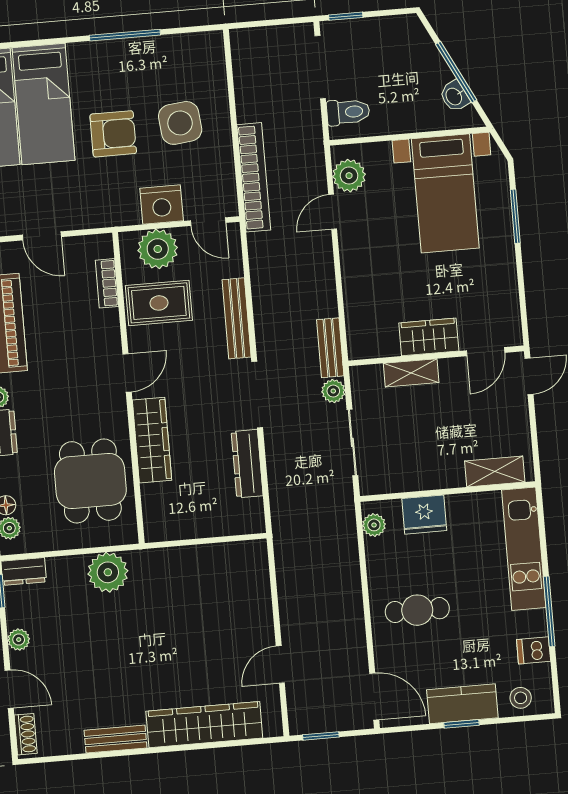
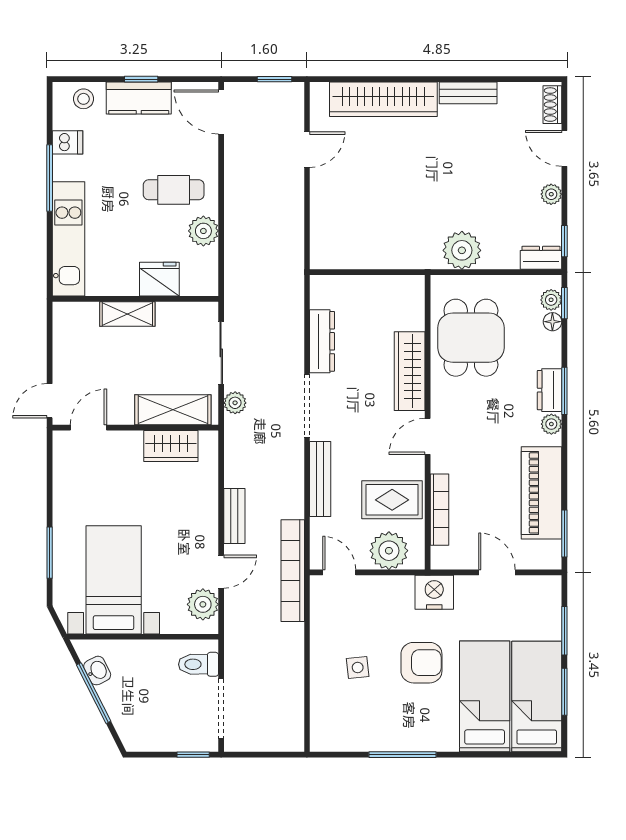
side table: (180, 123) -> (358, 667), width x0.54, depth x0.54
armchair: (113, 134) -> (421, 663), turned 180
bookcase: (254, 177) -> (293, 571), moved
nightstand: (162, 204) -> (434, 592), moved
bookcase: (107, 283) -> (439, 510), width x1.56
wardrobe: (429, 337) -> (171, 446), moved
bench: (330, 348) -> (234, 516), moved
shelving: (411, 373) -> (173, 410), width x1.50, depth x1.33
shelving: (495, 472) -> (127, 314), moved
plant: (374, 525) -> (203, 231), moved, width x1.38, depth x1.38

